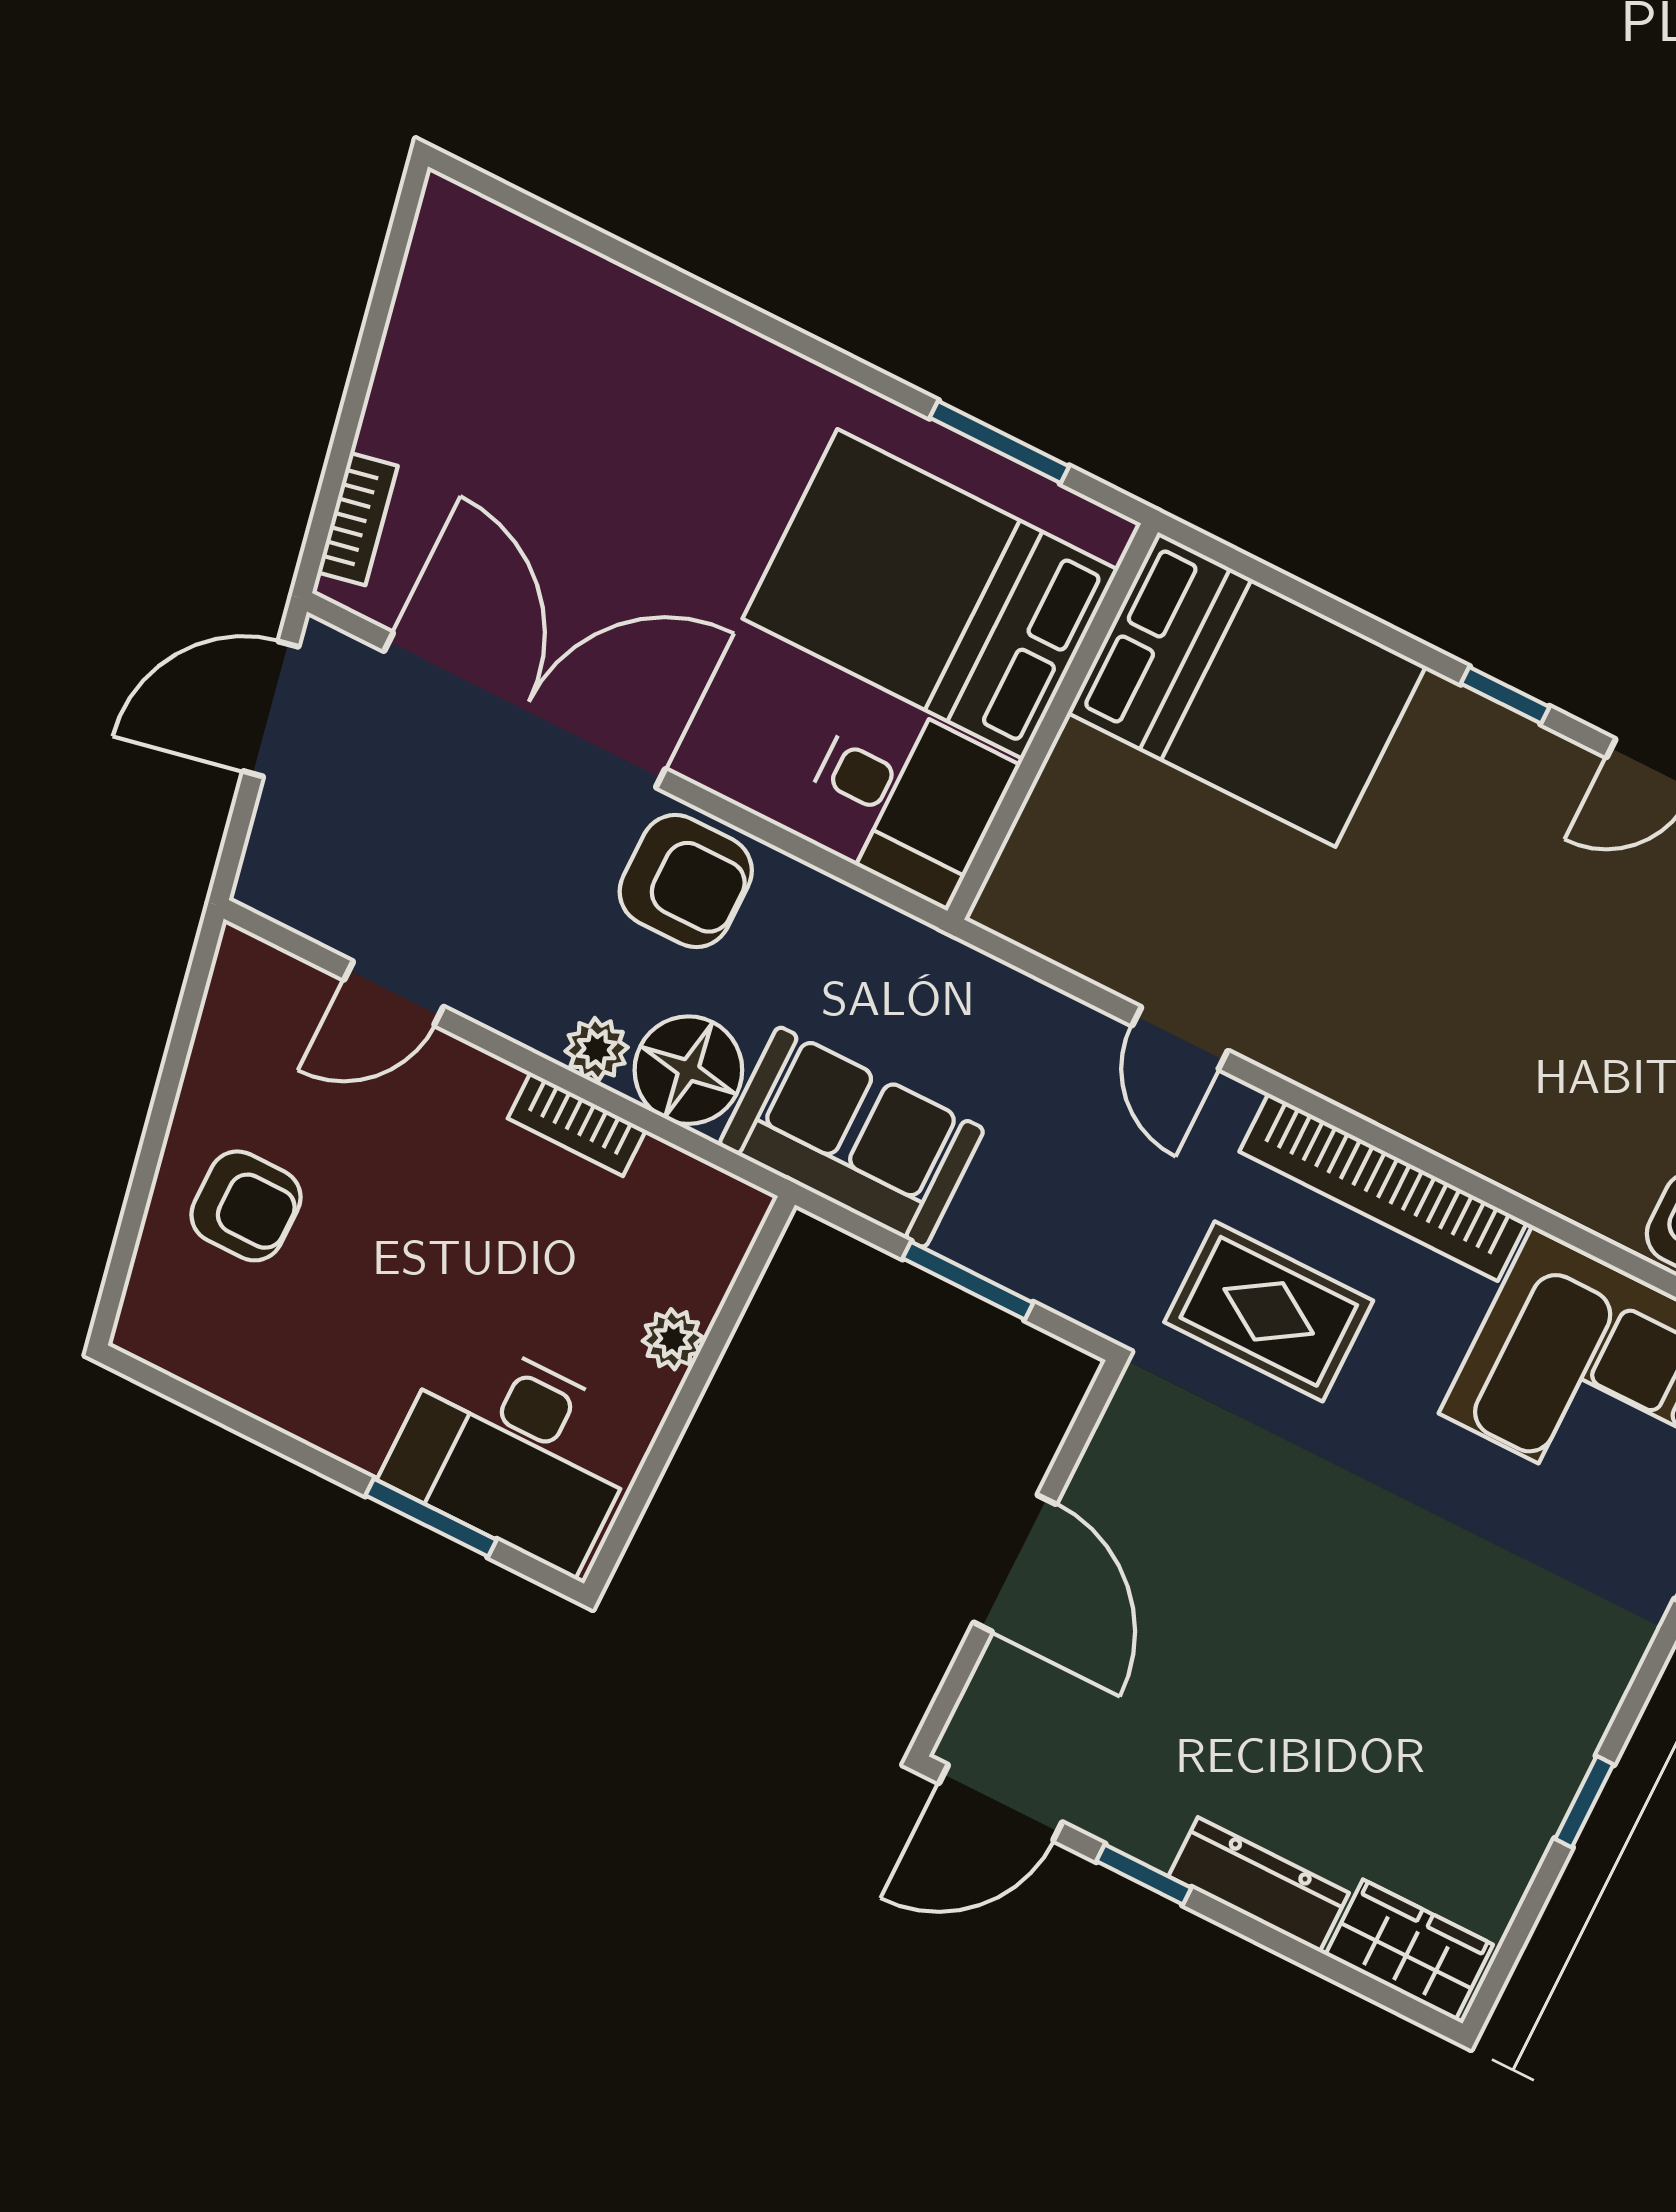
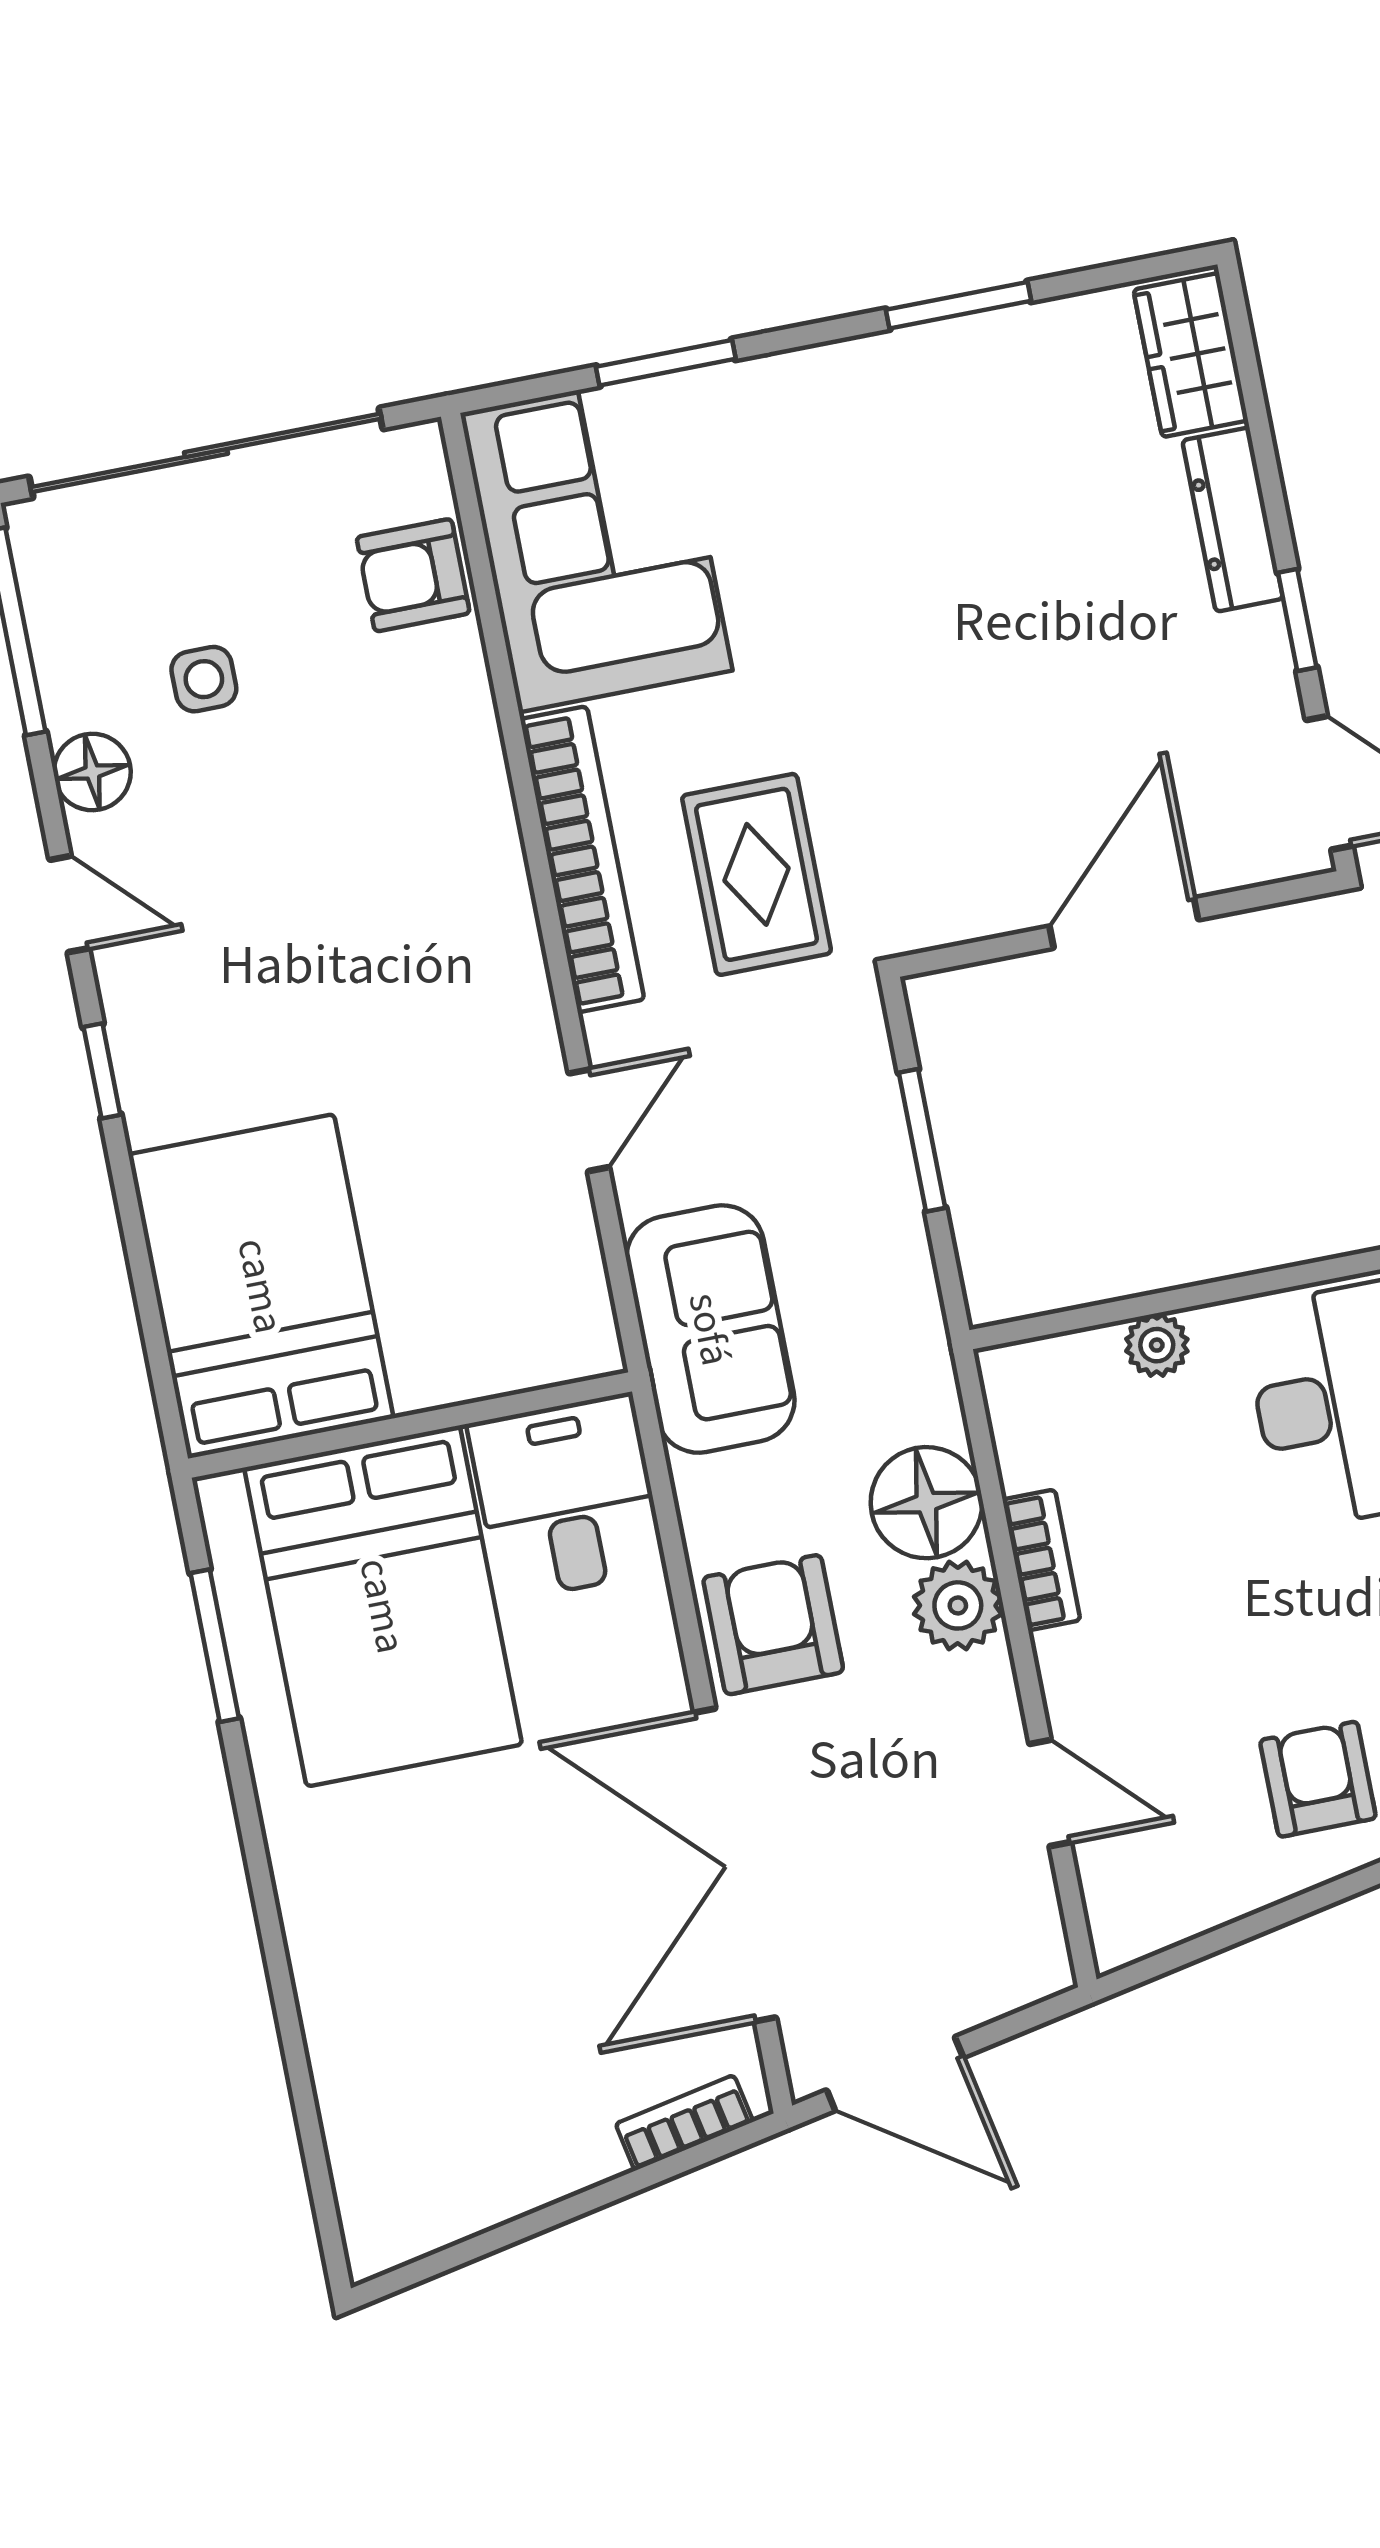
plant: (597, 1049) -> (958, 1605), width x1.38, depth x1.38
sofa: (852, 1137) -> (710, 1329), moved, turned 180
window: (1584, 1802) -> (958, 305), width x1.50

